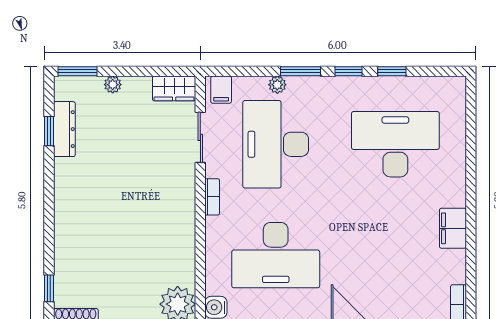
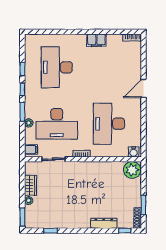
wardrobe: (174, 88) -> (30, 185), moved
dresser: (64, 129) -> (104, 223), moved
desk: (276, 255) -> (109, 124), turned 180

